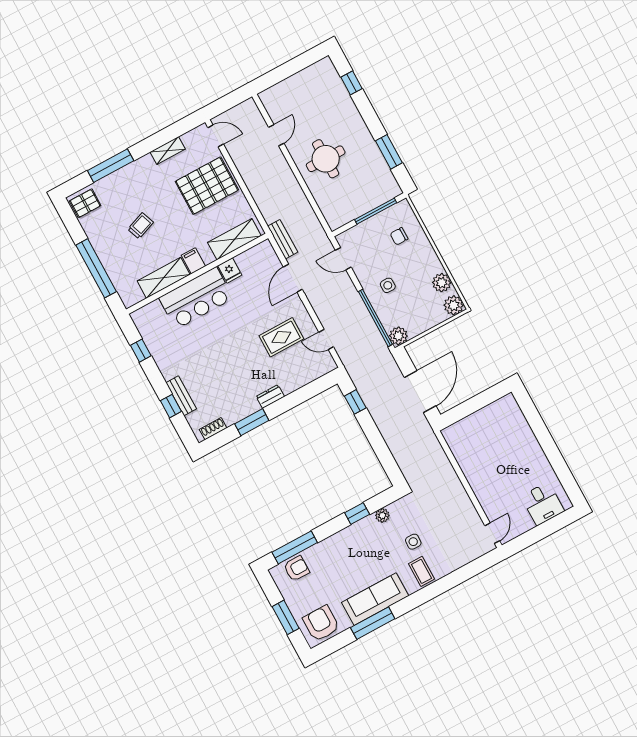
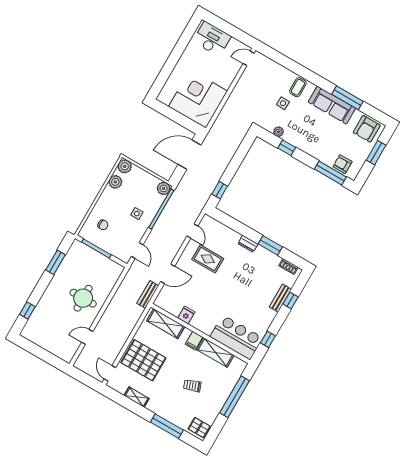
bar counter: (196, 298) -> (236, 337), moved
corner desk: (481, 443) -> (198, 99), added
desk: (543, 504) -> (212, 39), width x1.37

